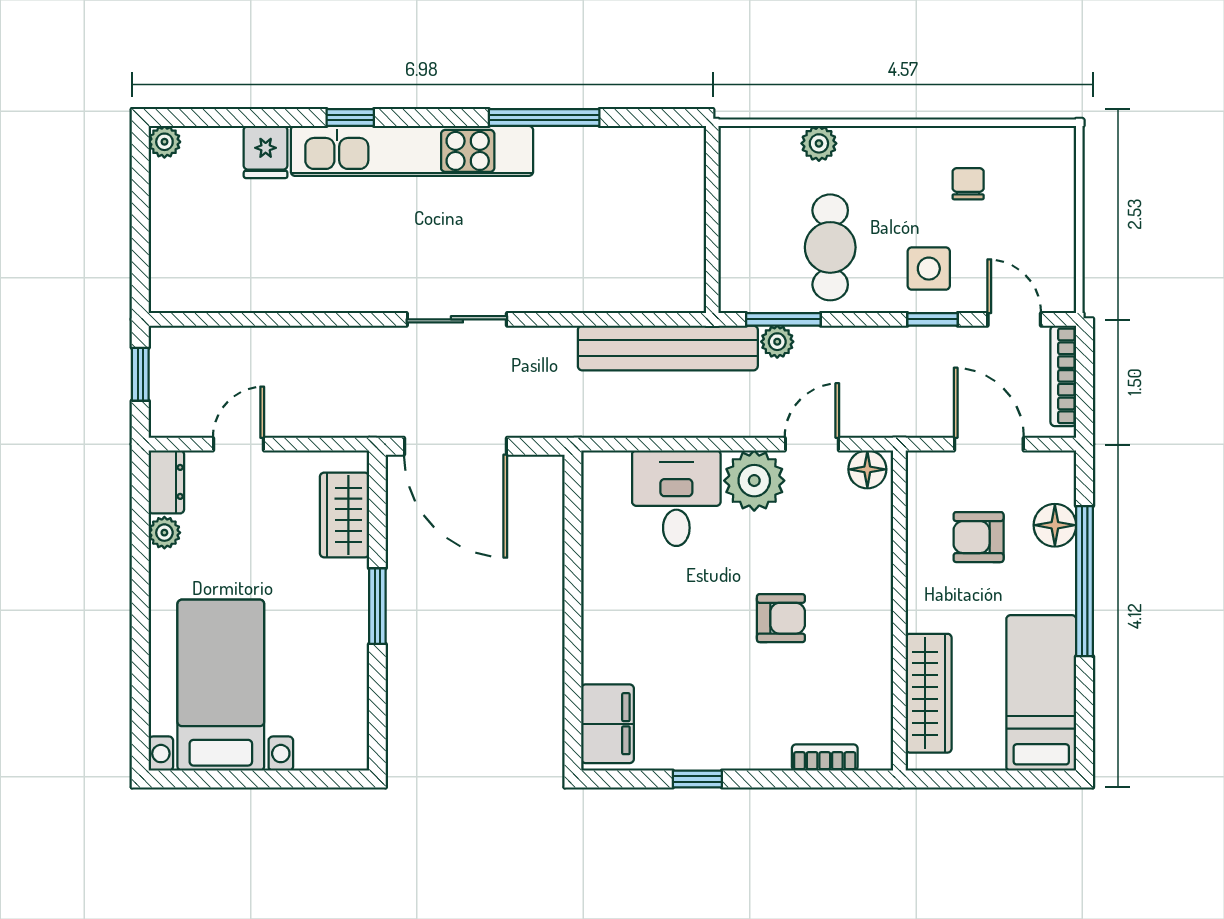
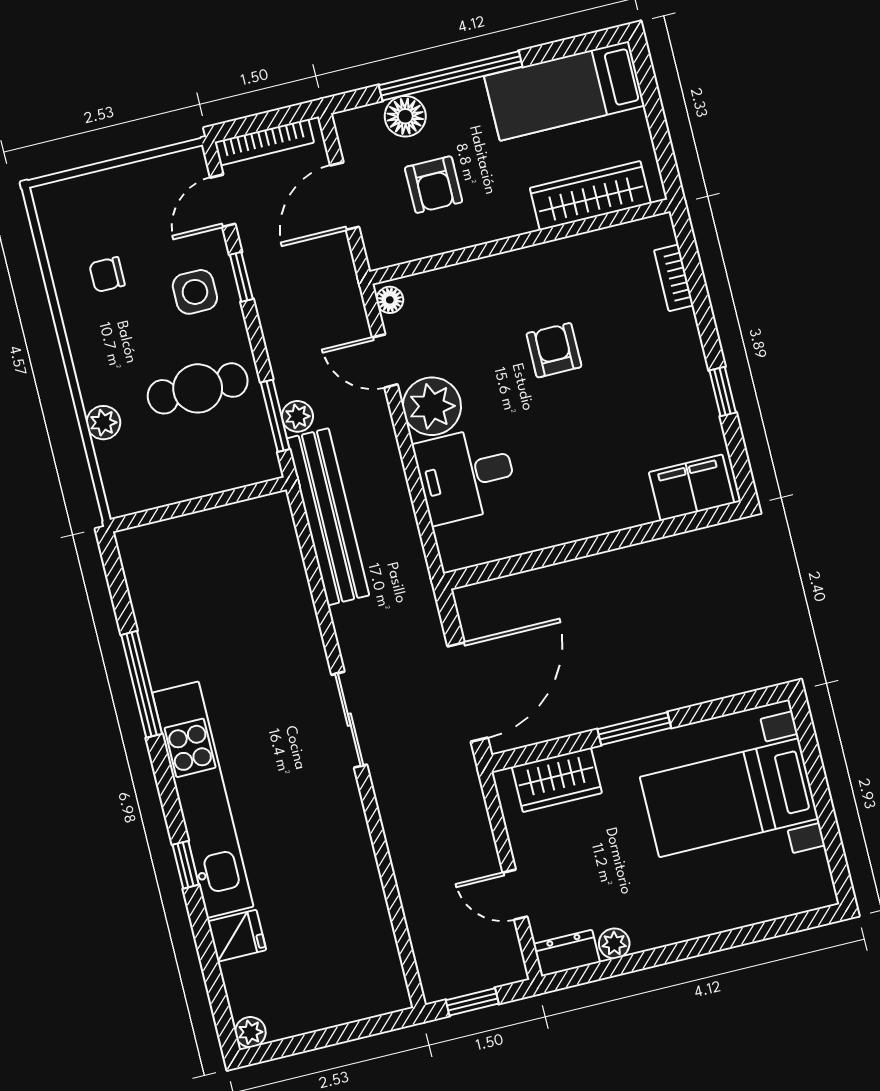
floor lamp: (867, 469) -> (390, 300), width x0.73, depth x0.73
bed with nightstands: (221, 685) -> (729, 798), moved

